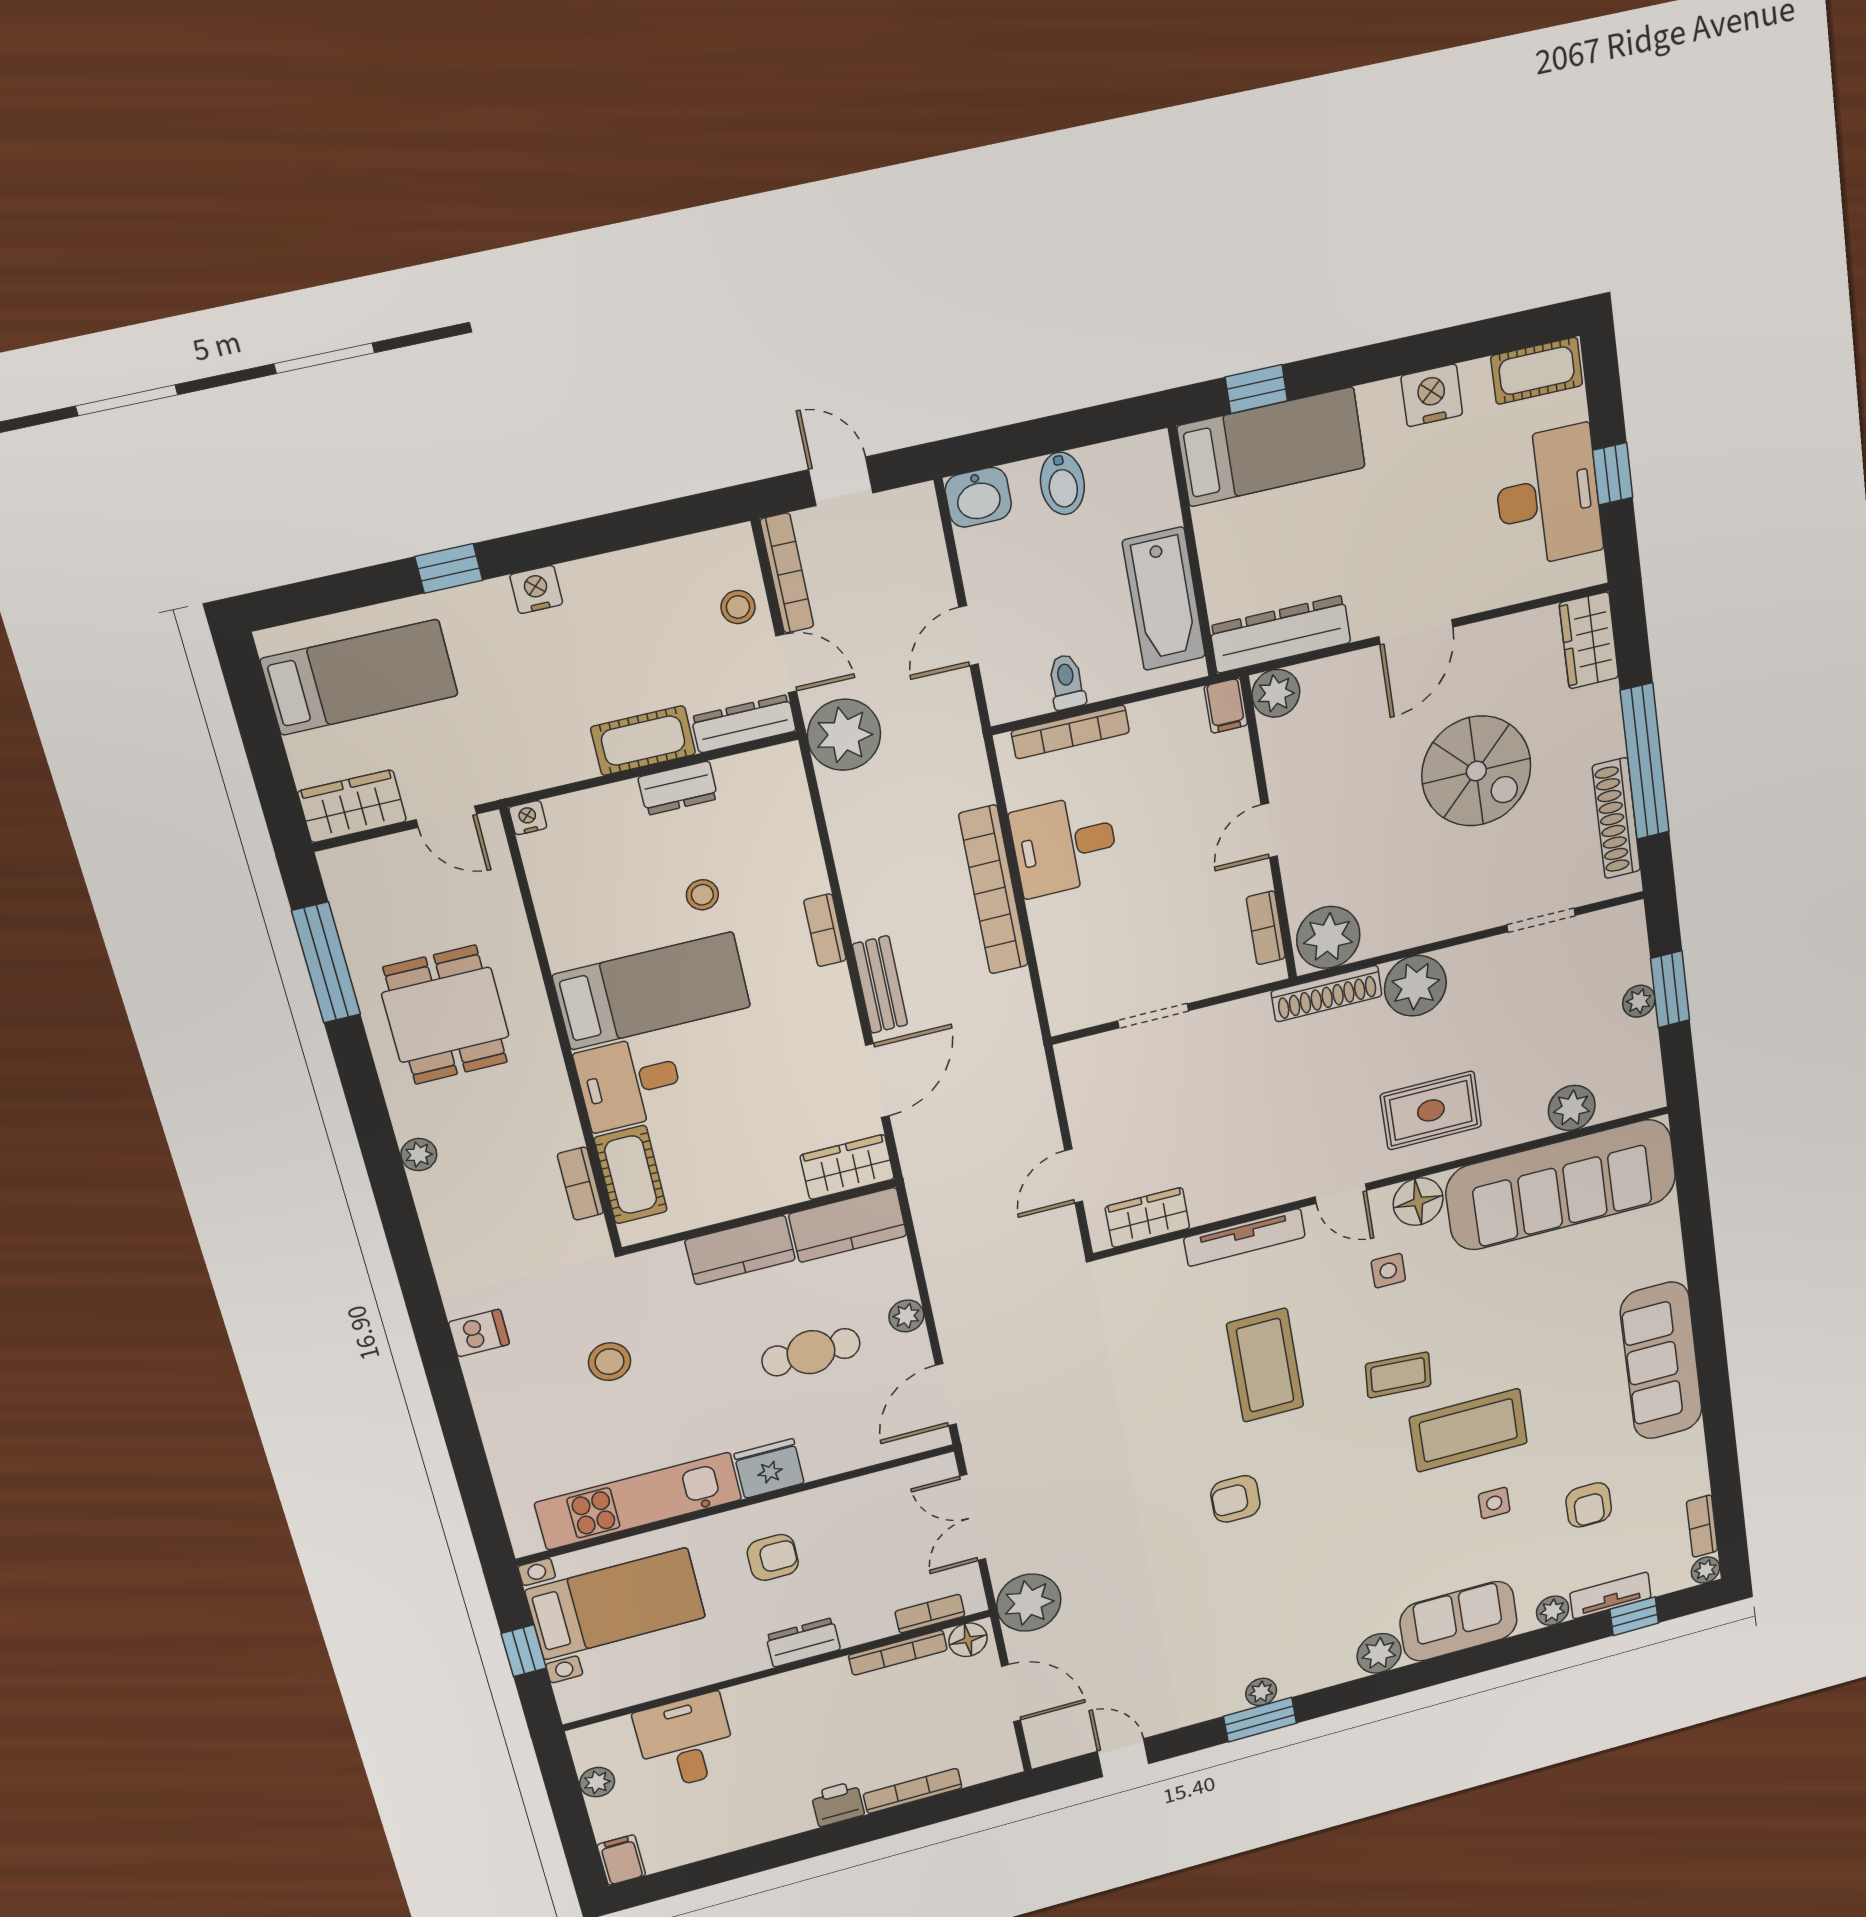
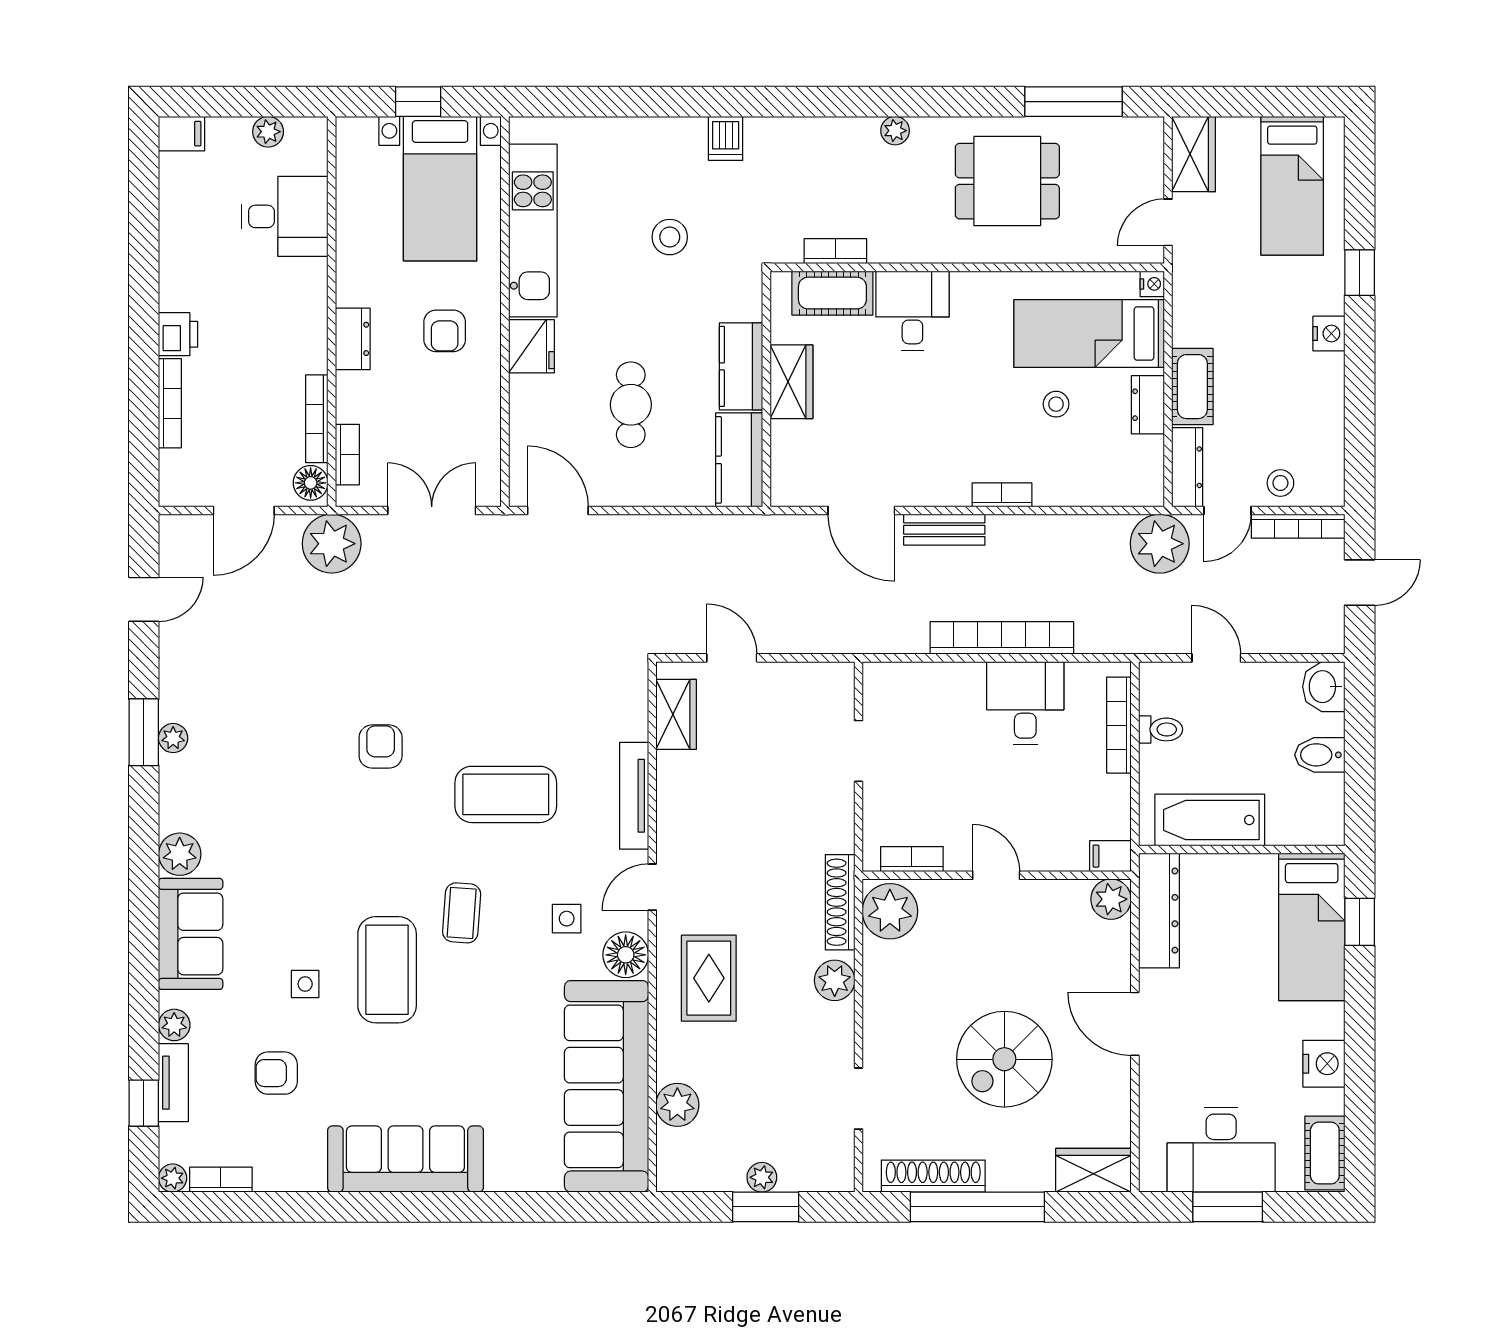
window: (1613, 474) -> (1228, 1207), width x1.50
plant: (1415, 986) -> (835, 980), width x0.73, depth x0.73
bed: (652, 991) -> (1089, 333), moved, turned 90
wardrobe: (847, 1167) -> (791, 382), moved
plant: (906, 1316) -> (642, 492), removed

